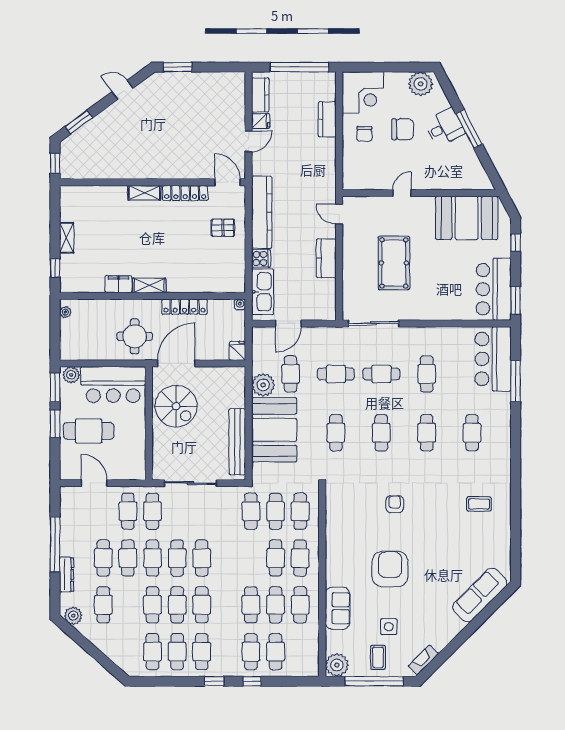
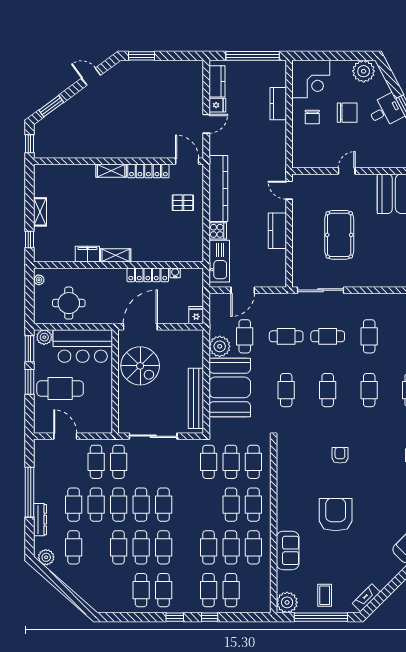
water cooler: (240, 304) -> (175, 273), moved
round table: (135, 336) -> (69, 303), moved
side table: (389, 627) -> (334, 567), removed
cafe table: (152, 652) -> (119, 590), removed

